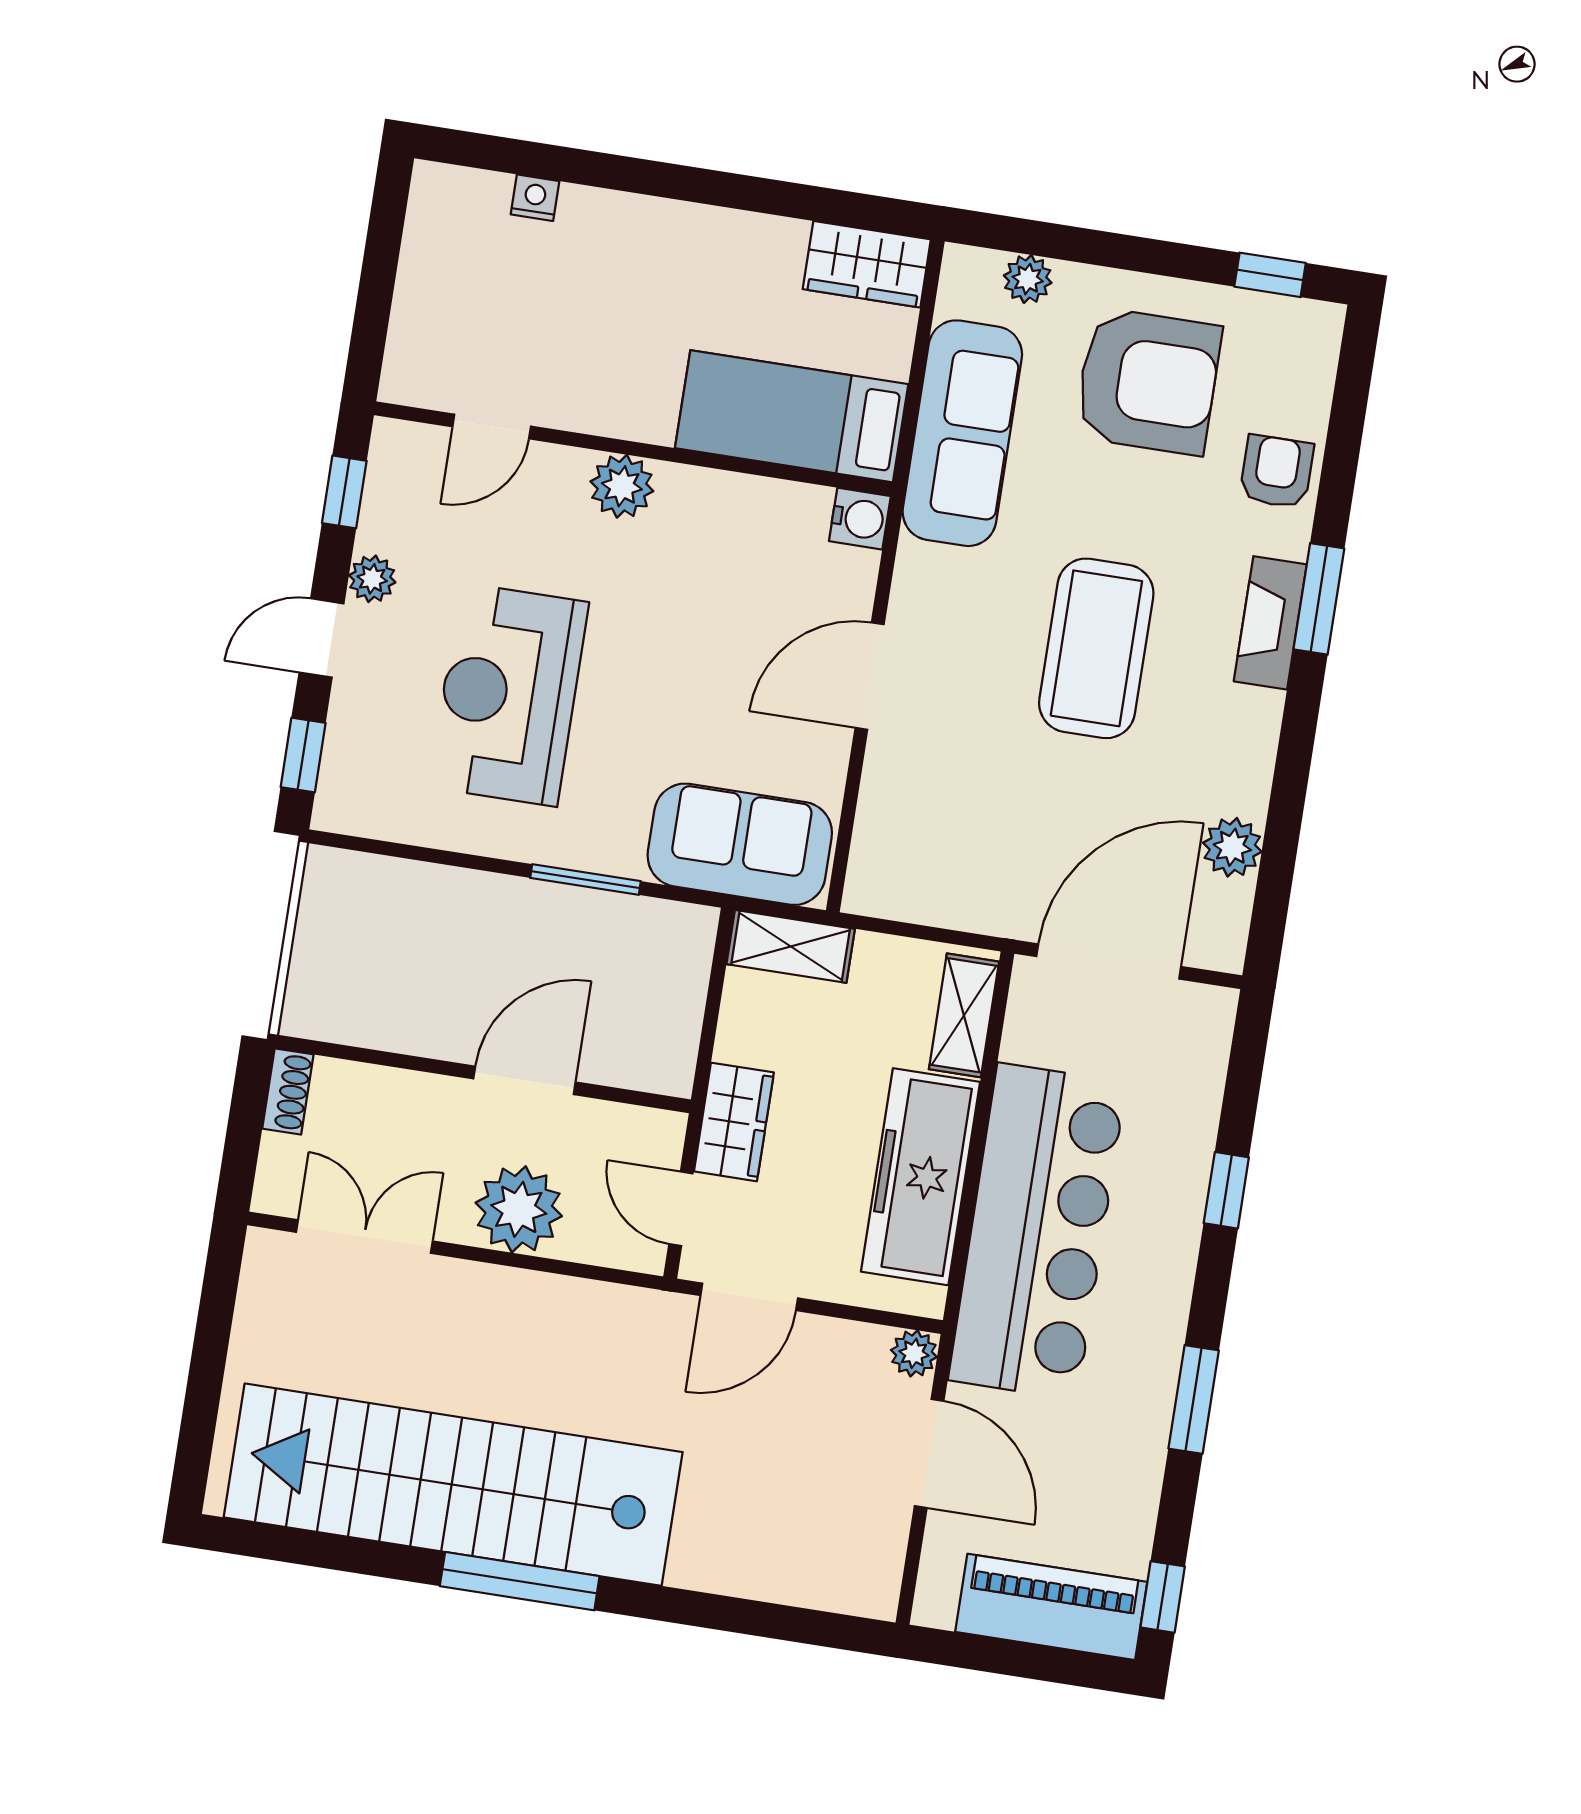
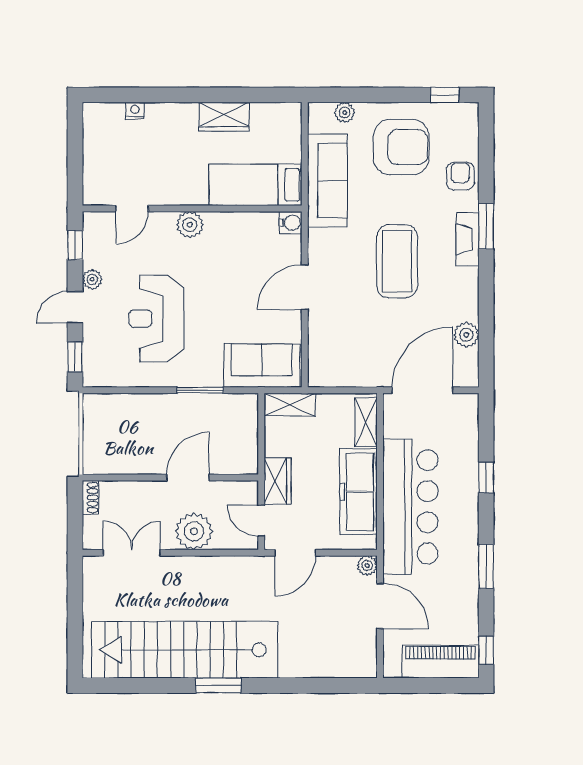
wardrobe: (867, 264) -> (224, 117), moved
window: (520, 1581) -> (218, 686), width x0.69

